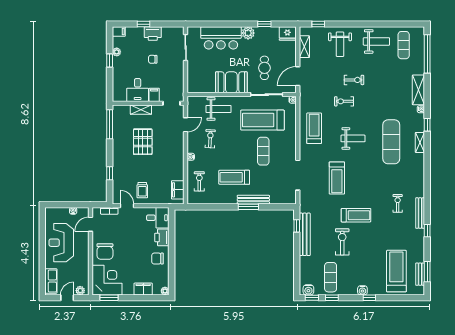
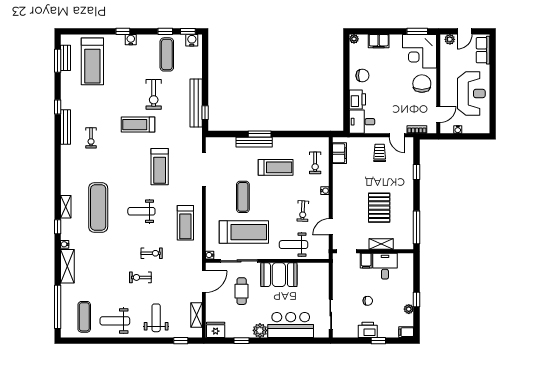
treadmill: (337, 178) -> (160, 167), turned 180

